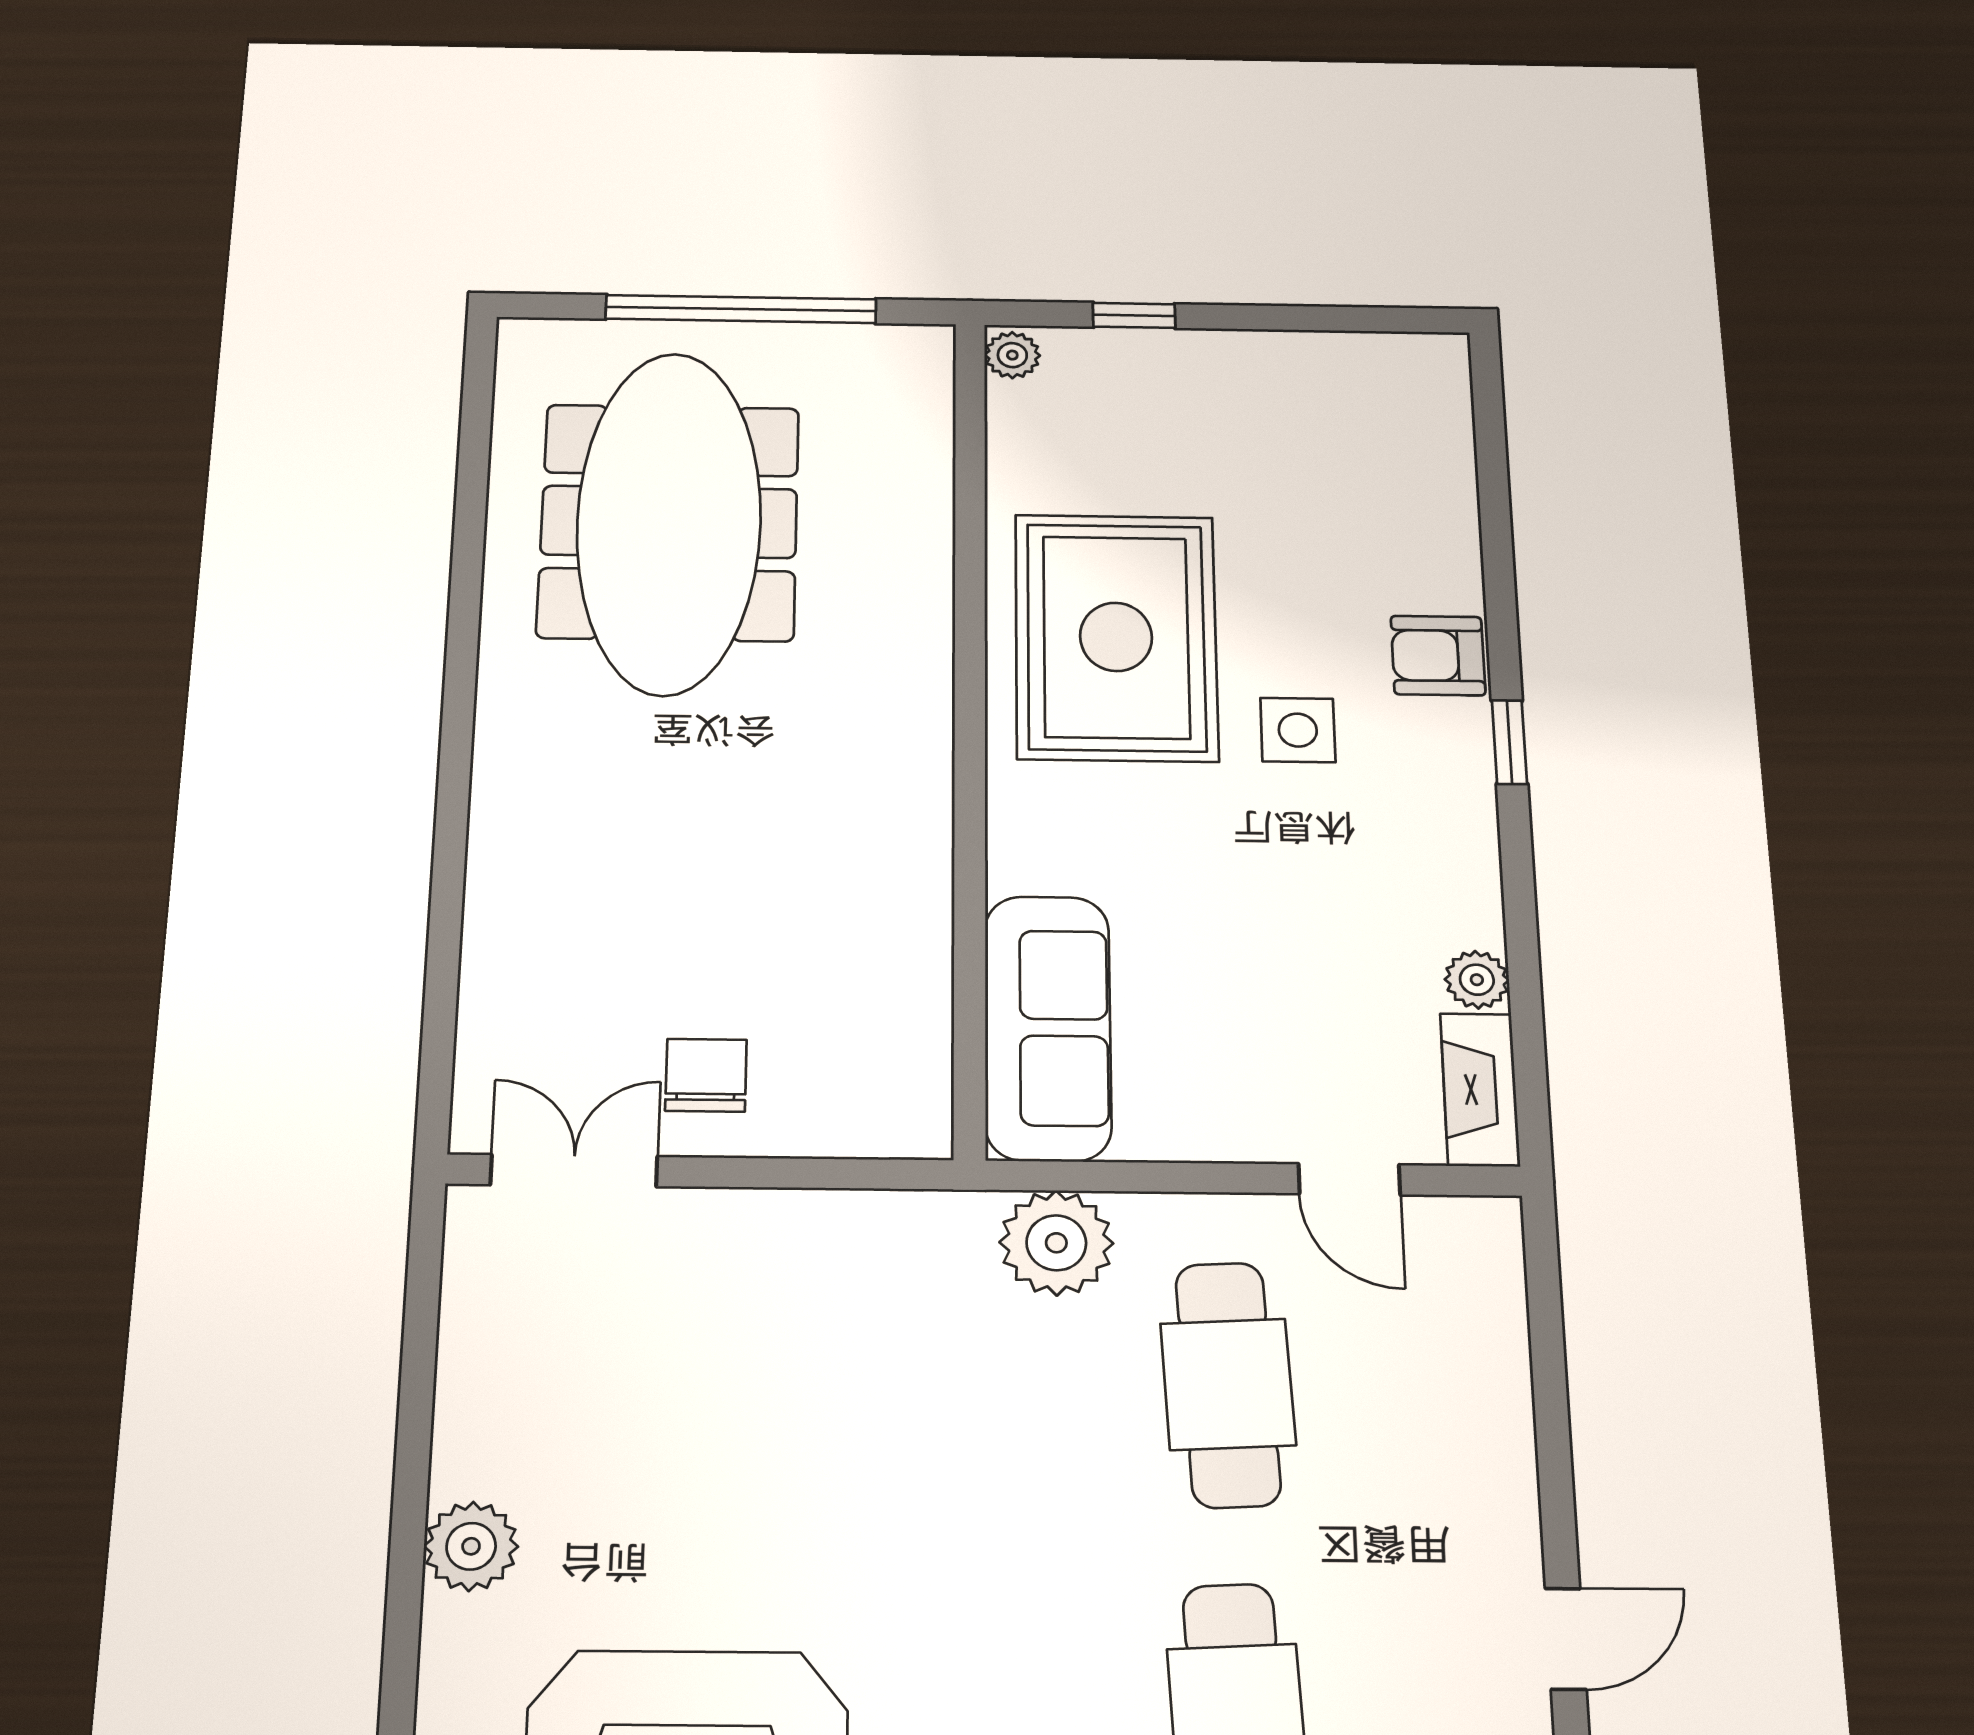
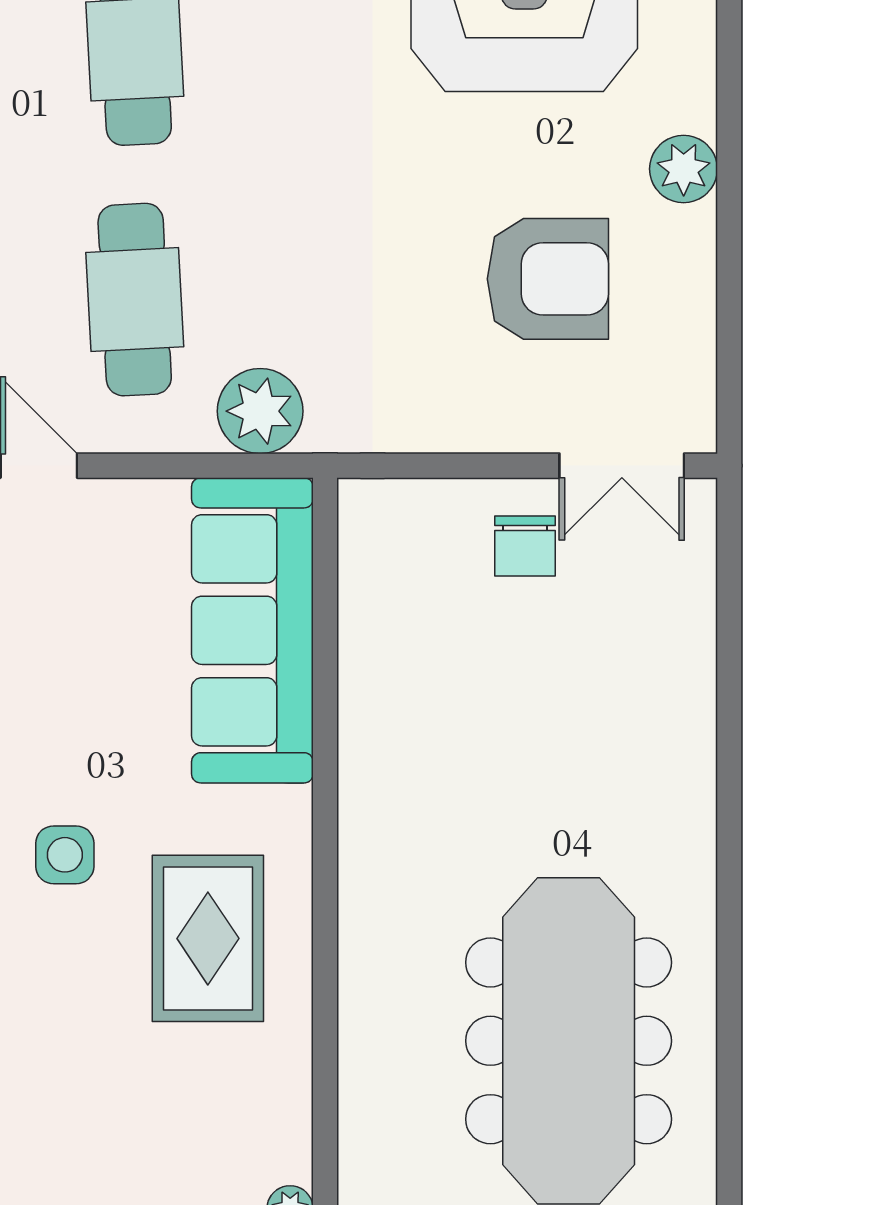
rug: (1116, 637) -> (208, 938), width x0.73, depth x0.69
sofa: (1048, 1027) -> (252, 630), width x1.36, depth x1.27
armchair: (665, 1405) -> (548, 279), added

